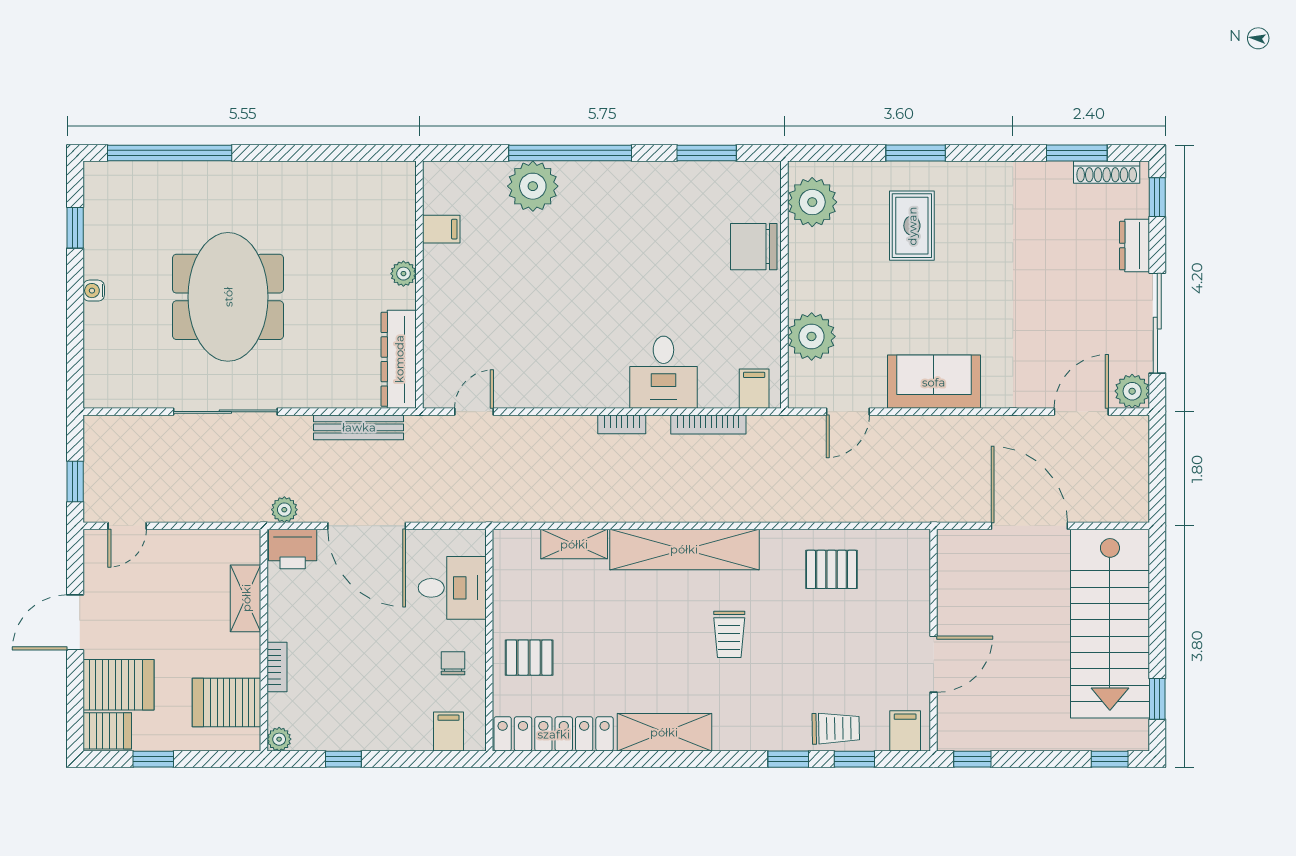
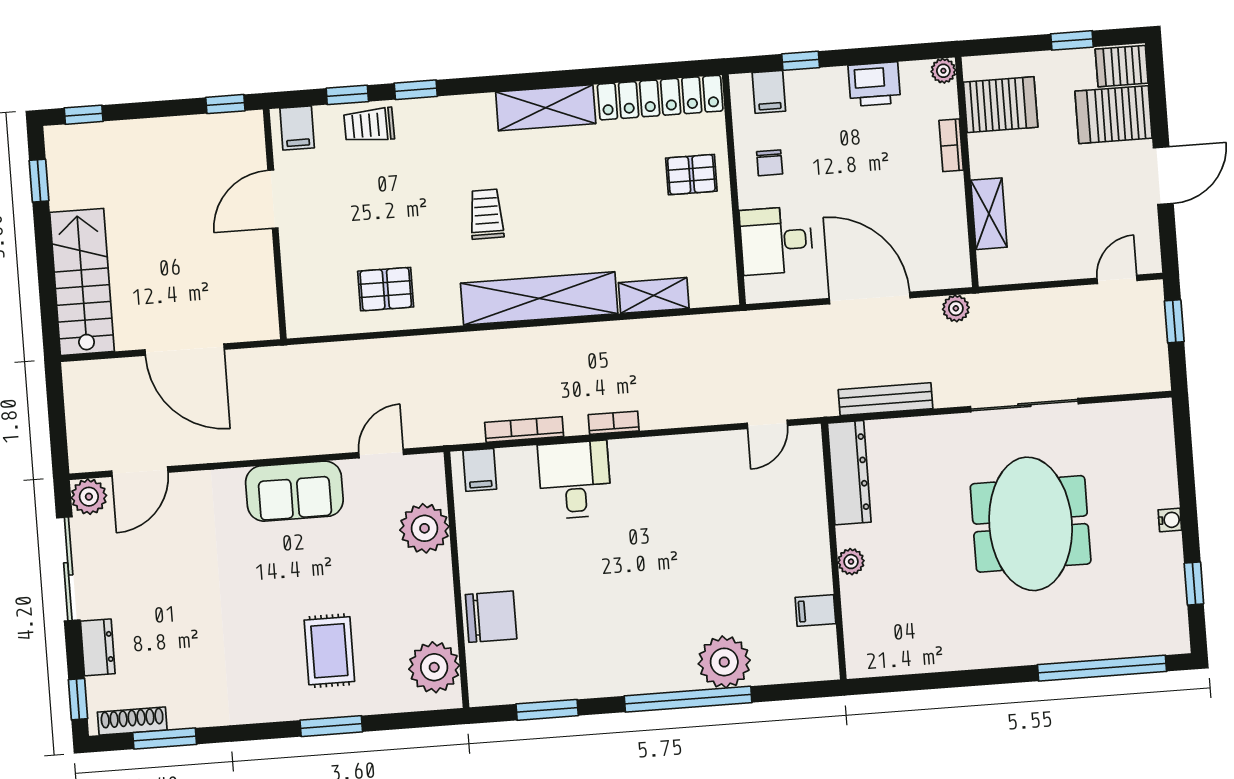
printer: (293, 549) -> (874, 84), moved, turned 180
stairs: (1110, 624) -> (82, 282), width x0.73, depth x0.66
window: (343, 759) -> (801, 61), moved

